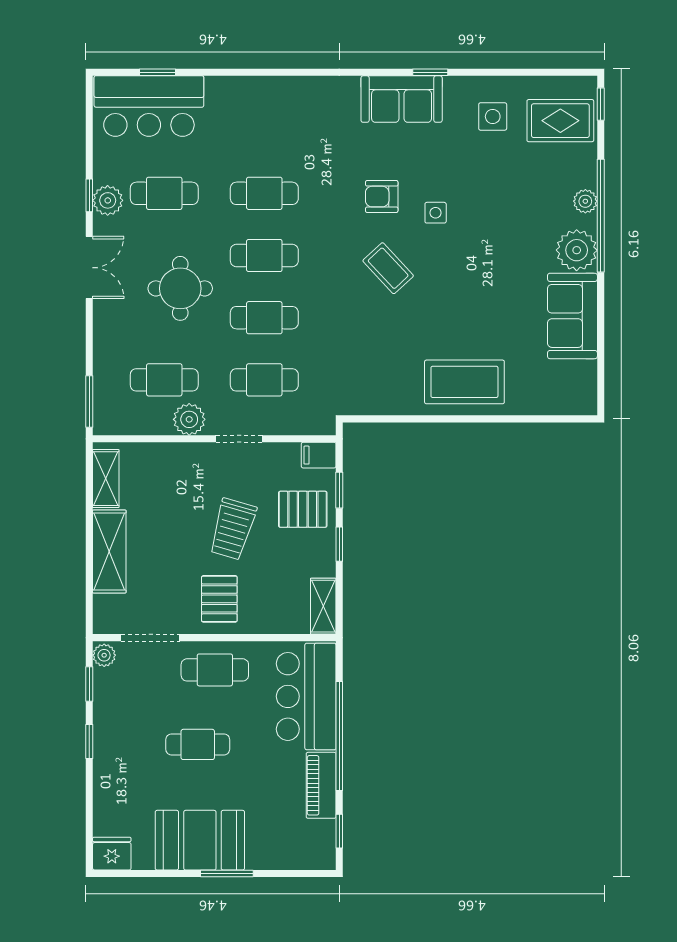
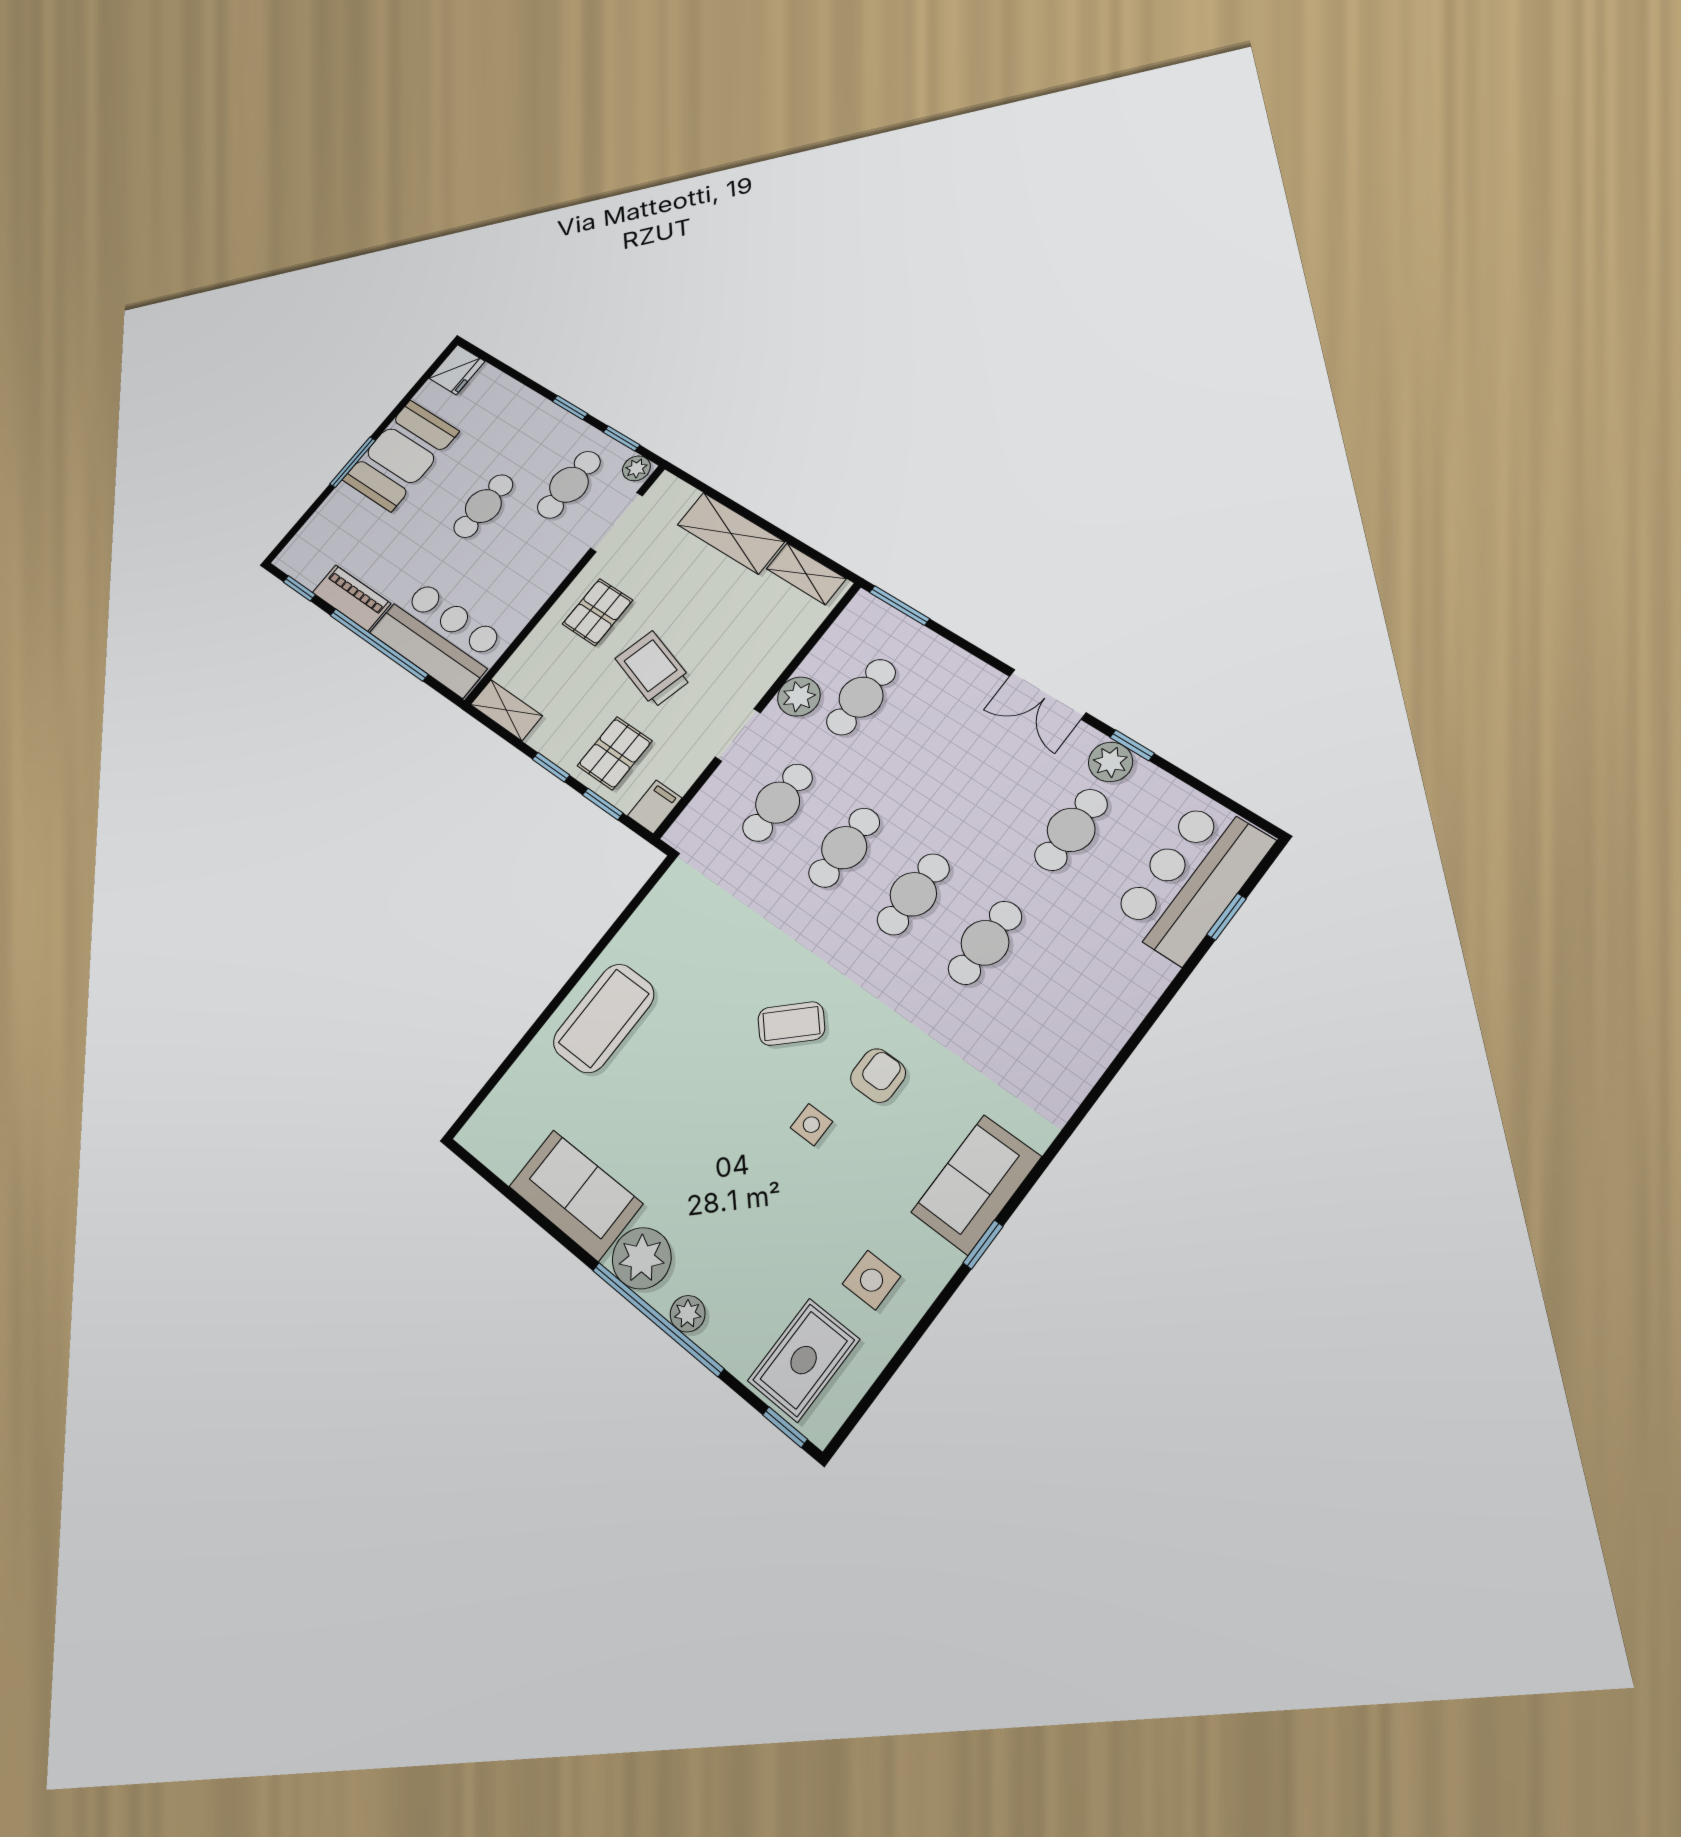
round table: (180, 288) -> (948, 778), removed
pallet: (219, 599) -> (597, 612), turned 90
cafe table: (215, 670) -> (569, 485), moved

